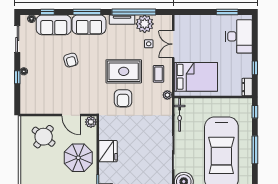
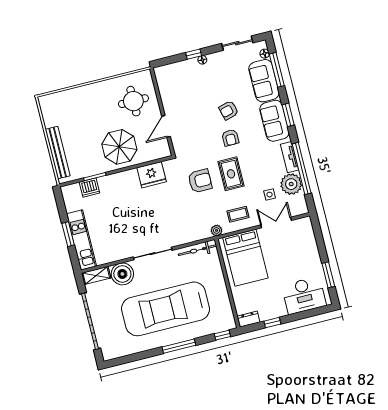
window: (47, 12) -> (277, 70), width x2.17
window: (87, 12) -> (288, 115), width x0.69
armchair: (94, 64) -> (230, 138), added
rug: (124, 71) -> (231, 174), width x0.73, depth x0.70
armchair: (123, 98) -> (200, 181), turned 180
plant: (91, 122) -> (164, 151), removed
round table: (44, 137) -> (133, 101), turned -38
fridge: (108, 151) -> (152, 175), moved

